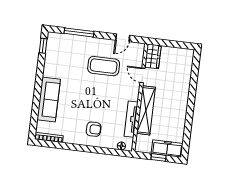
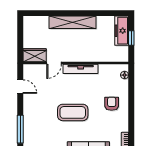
coffee table: (104, 66) -> (73, 112), moved, turned 90
shelving: (146, 110) -> (73, 22), moved
tv unit: (131, 119) -> (81, 69), moved

